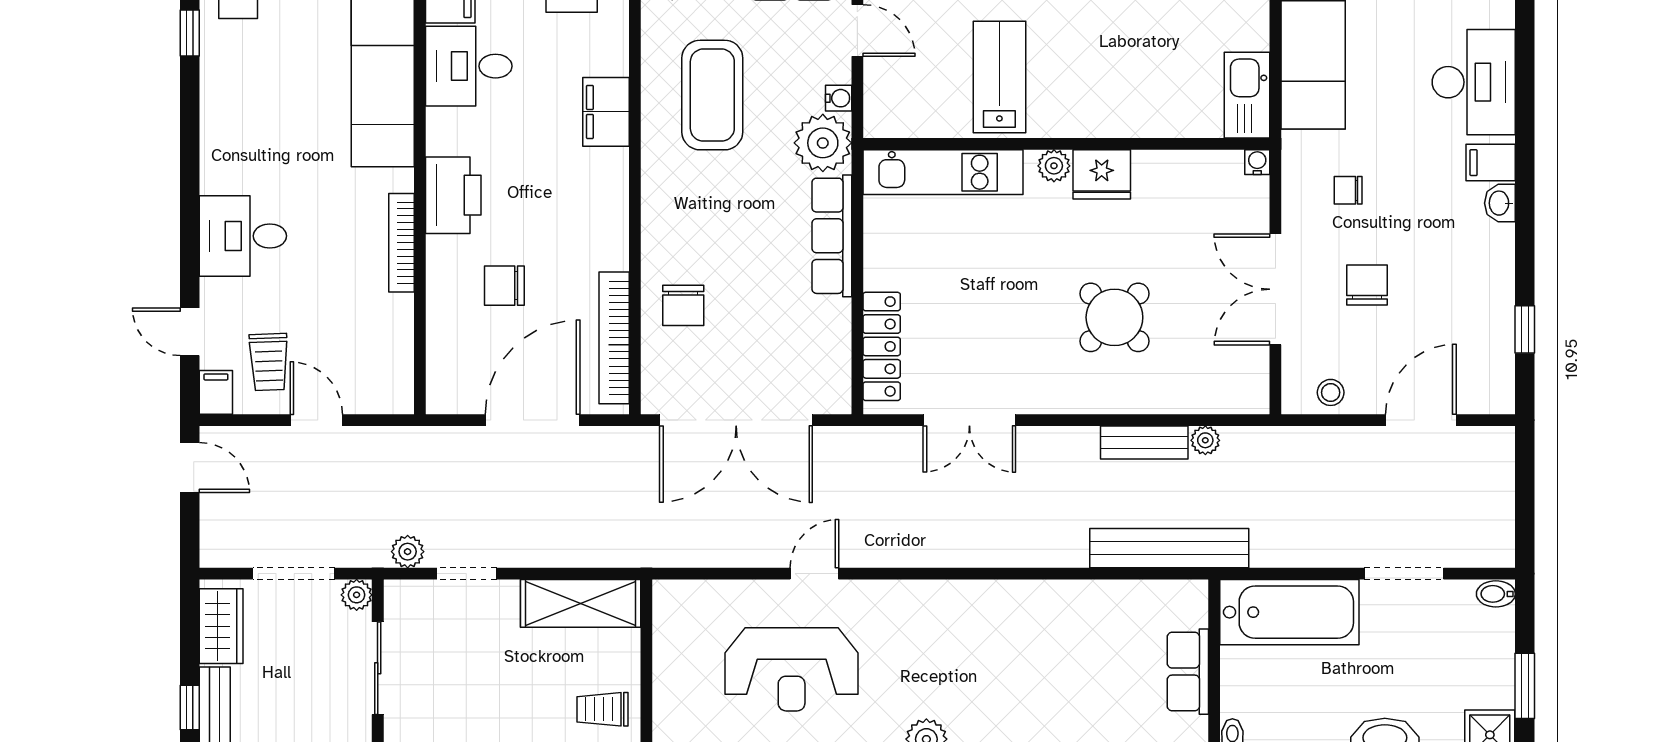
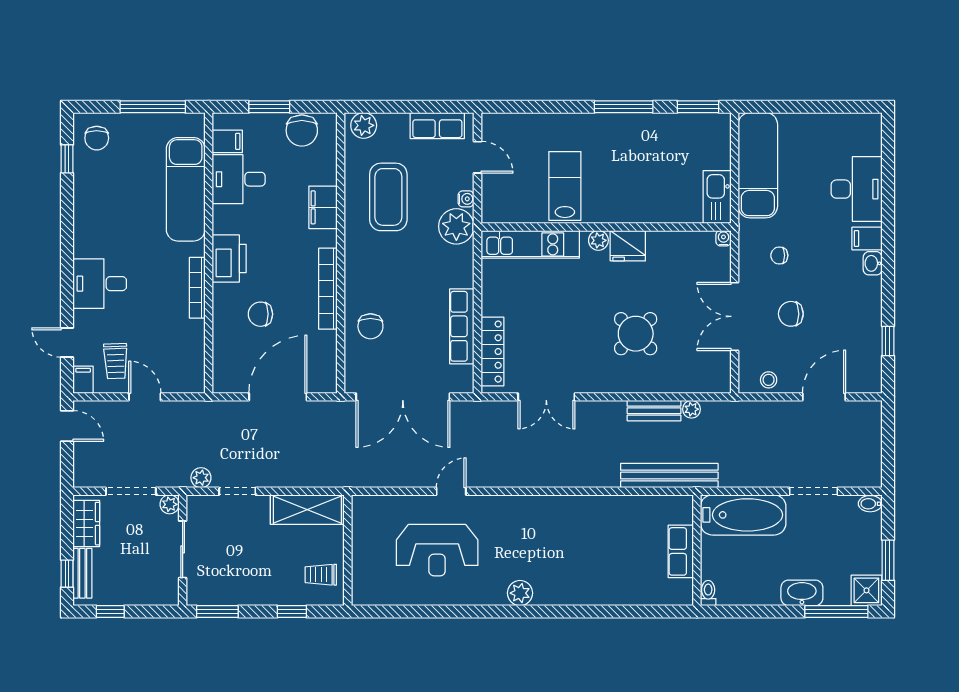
row of seats: (832, 236) -> (462, 326), moved
chair: (1367, 285) -> (791, 314), turned -90
bookcase: (614, 338) -> (328, 289), moved

